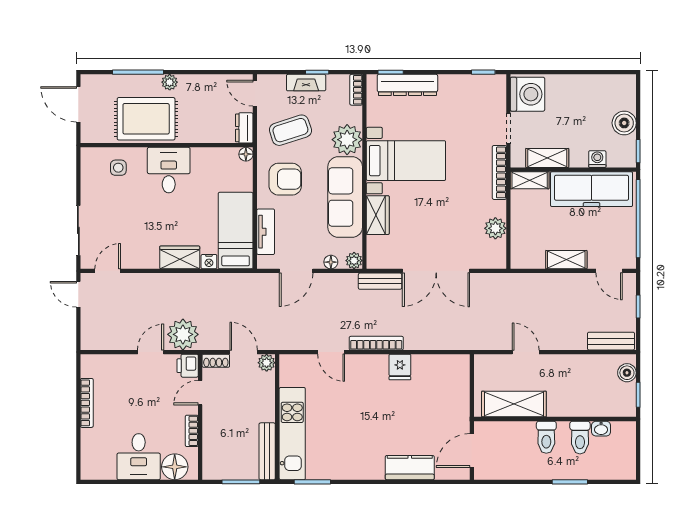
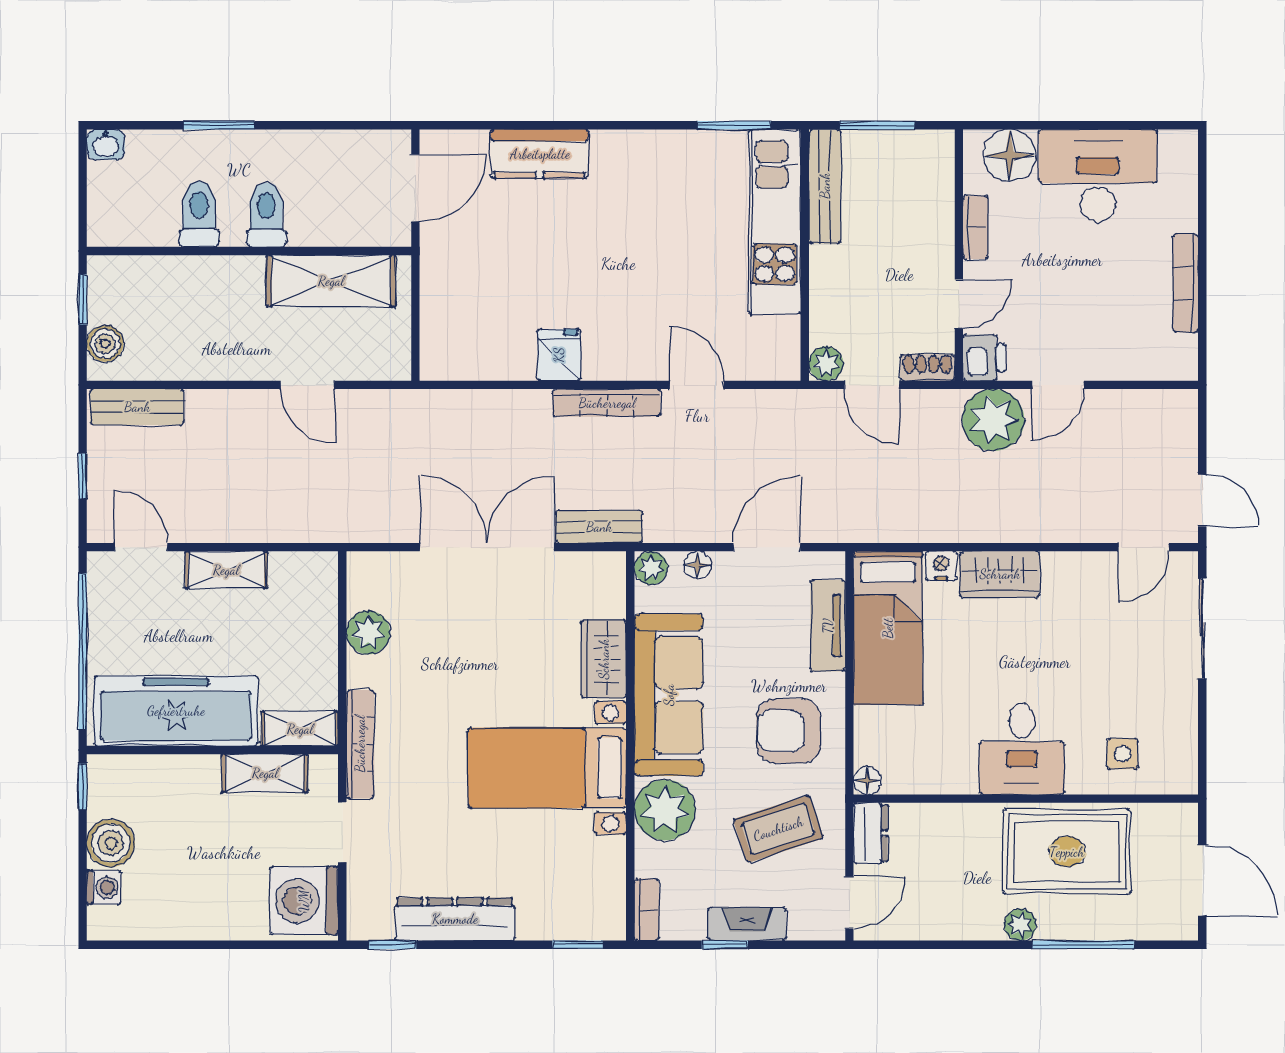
dresser: (407, 85) -> (455, 919), moved
door: (255, 93) -> (849, 903), hinge flipped
washing machine: (597, 159) -> (104, 887), moved, turned -90
washbasin: (601, 429) -> (106, 145), moved, turned 180
desk: (139, 457) -> (1098, 176), width x1.37

